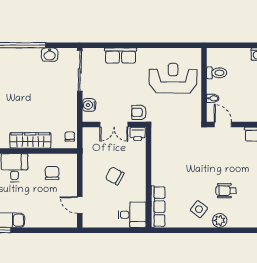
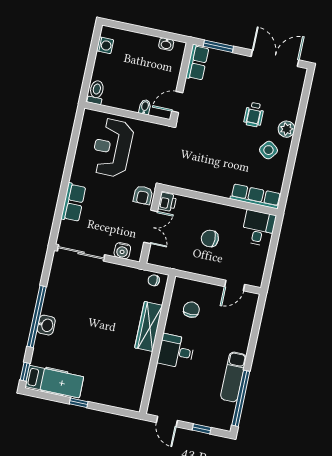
washbasin: (50, 55) -> (46, 325), moved
toilet: (217, 73) -> (96, 92), moved
chair: (52, 173) -> (191, 310), turned 90
chair: (115, 176) -> (210, 238), turned 62

